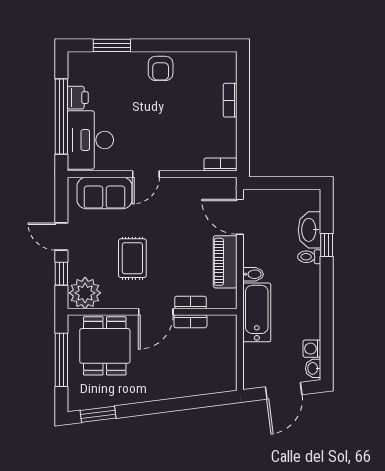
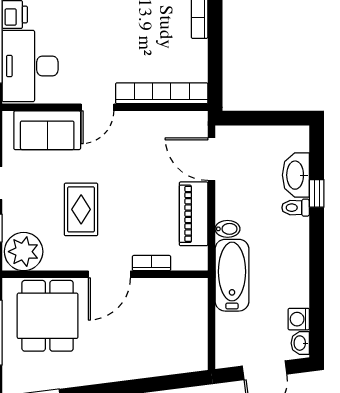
bookcase: (220, 165) -> (162, 93), width x2.31, depth x1.31
bookcase: (190, 321) -> (151, 286), removed

